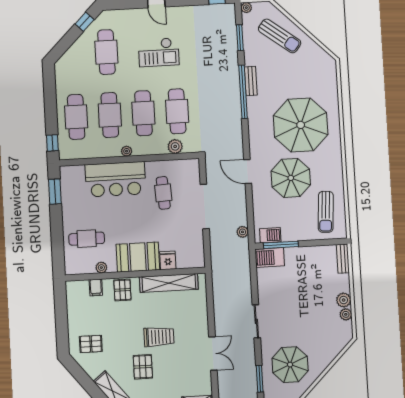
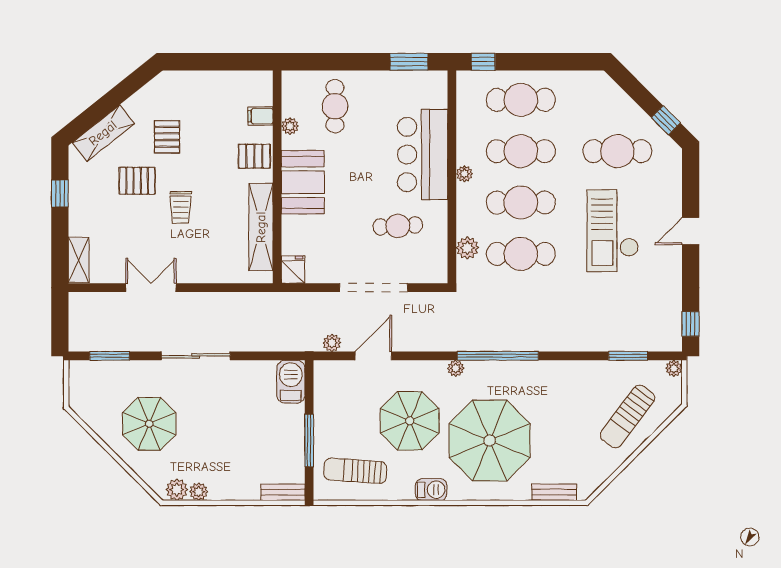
checkout: (159, 52) -> (613, 231), width x1.36, depth x1.21
bench: (251, 81) -> (554, 492), moved
window: (243, 92) -> (498, 356), moved
plant: (255, 150) -> (456, 368), added
door: (248, 171) -> (373, 356), moved
barbecue: (270, 235) -> (431, 490), moved, turned -90
window: (281, 245) -> (309, 440), moved
fridge: (168, 260) -> (293, 270), moved, turned -90
plant: (344, 300) -> (177, 490), moved
sliding door: (256, 321) -> (196, 356), width x1.37
trolley: (159, 337) -> (181, 207), width x0.73, depth x0.72
pallet: (91, 344) -> (167, 137), moved
double door: (213, 354) -> (151, 288), swing flipped
parasol: (290, 365) -> (149, 424), moved

